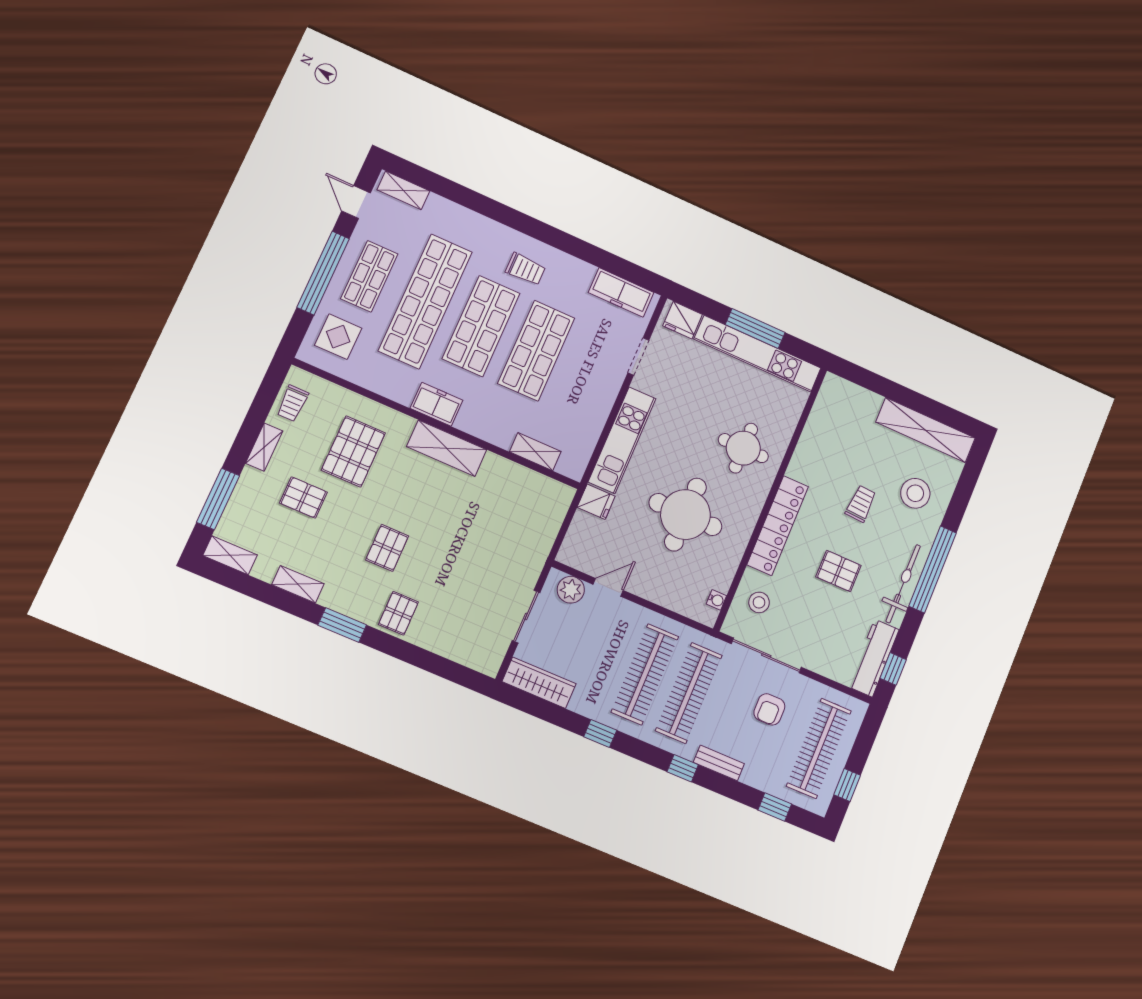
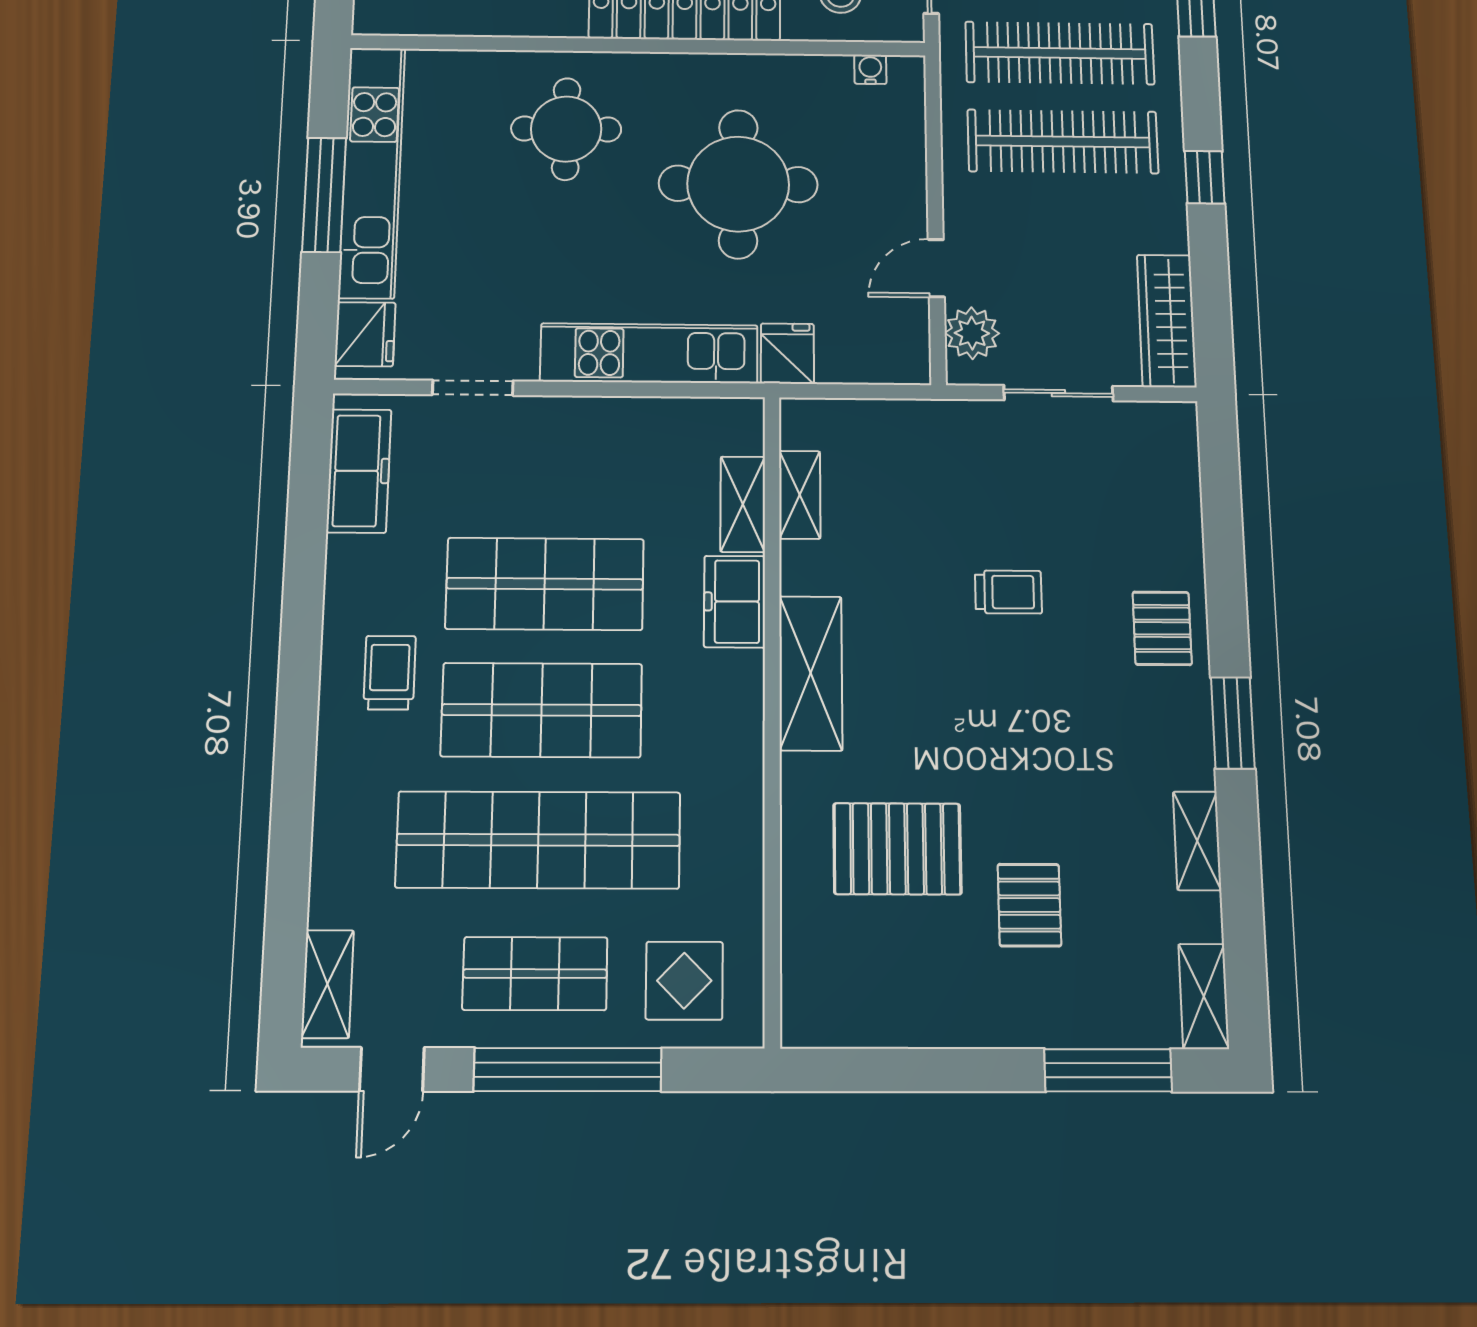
trolley: (293, 403) -> (1008, 592), moved
freezer: (436, 404) -> (735, 602), moved
shelving: (264, 447) -> (800, 495), moved, turned 90
pallet: (387, 548) -> (1051, 703), removed
door: (608, 587) -> (936, 268), hinge flipped
pallet: (398, 613) -> (1162, 628), turned 90

